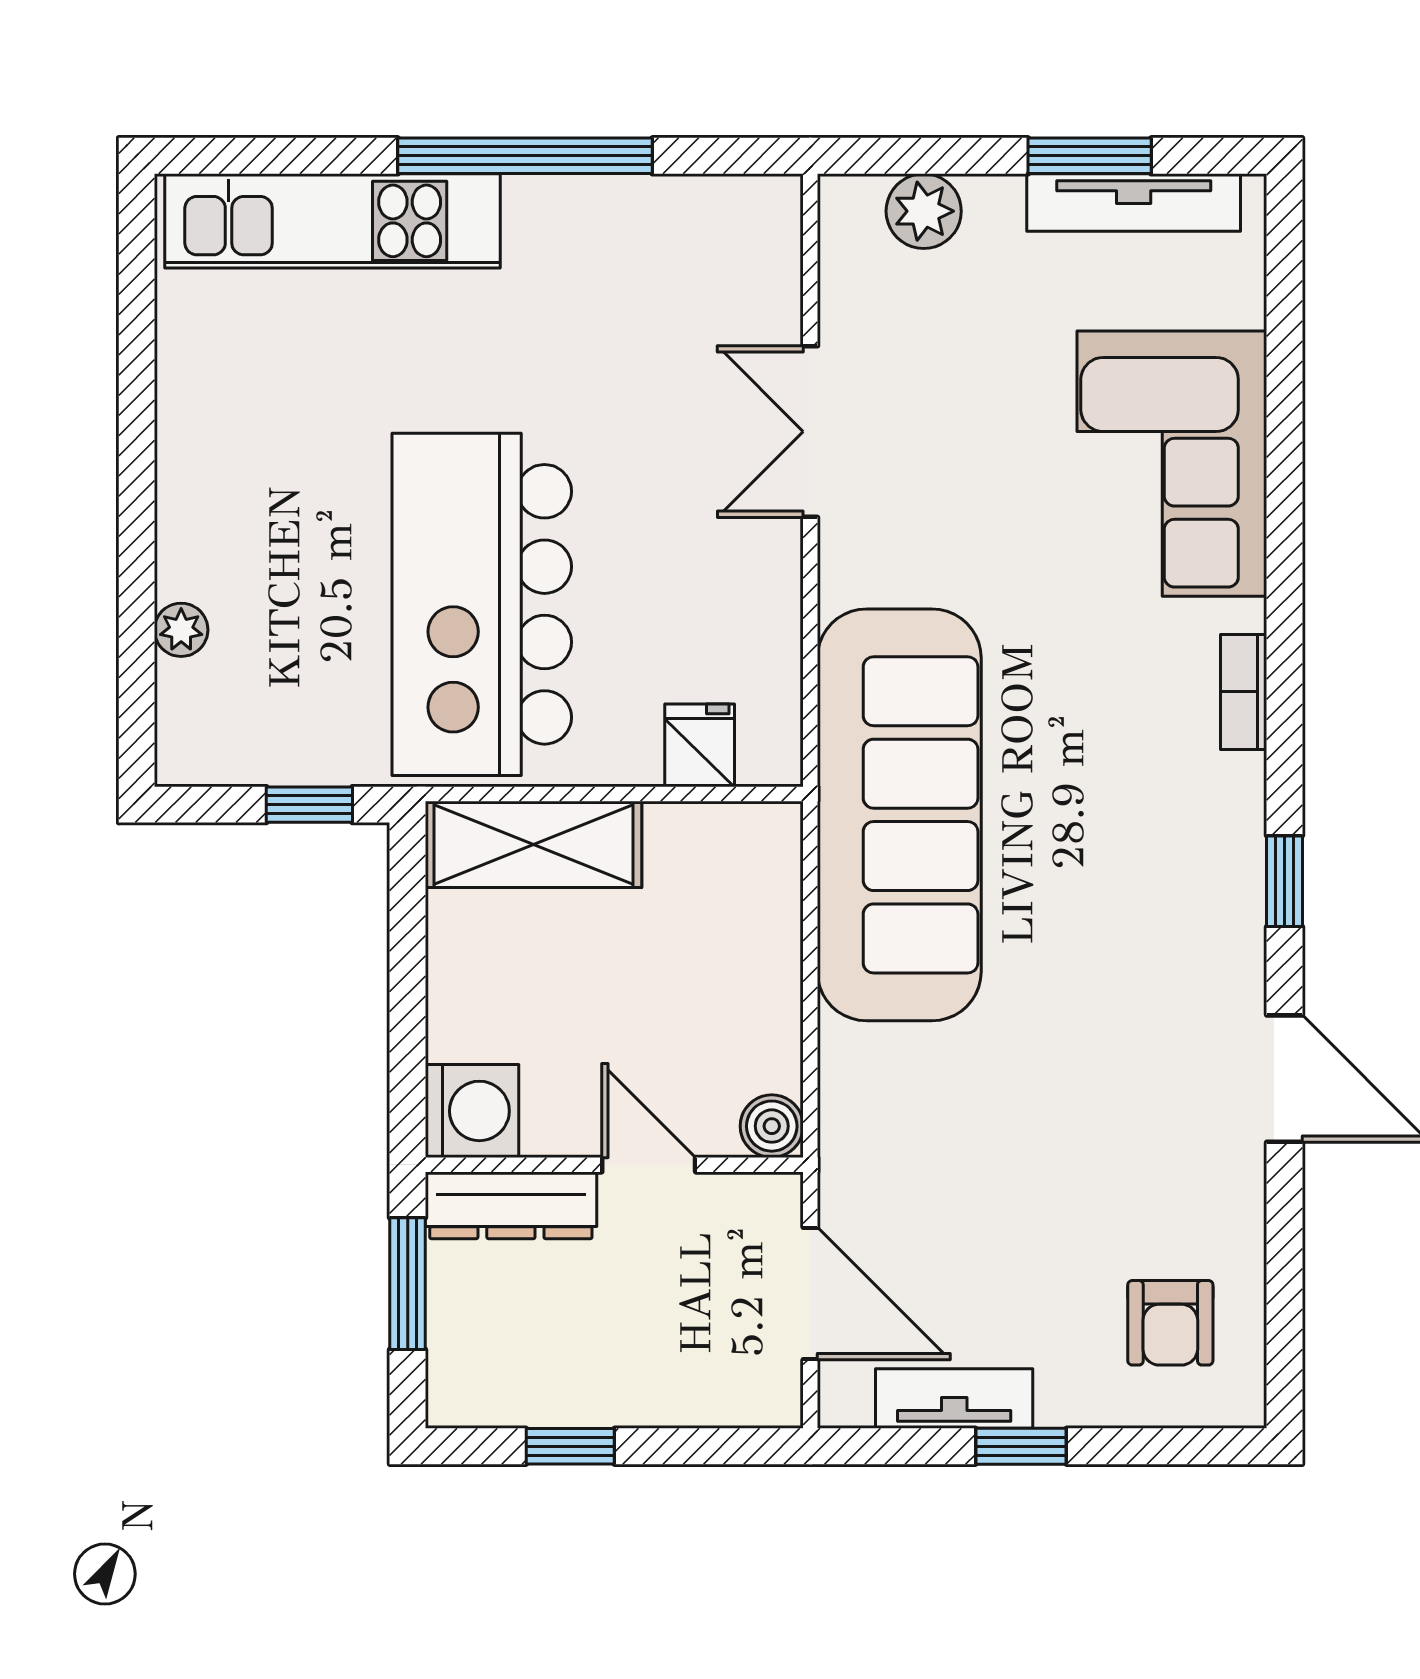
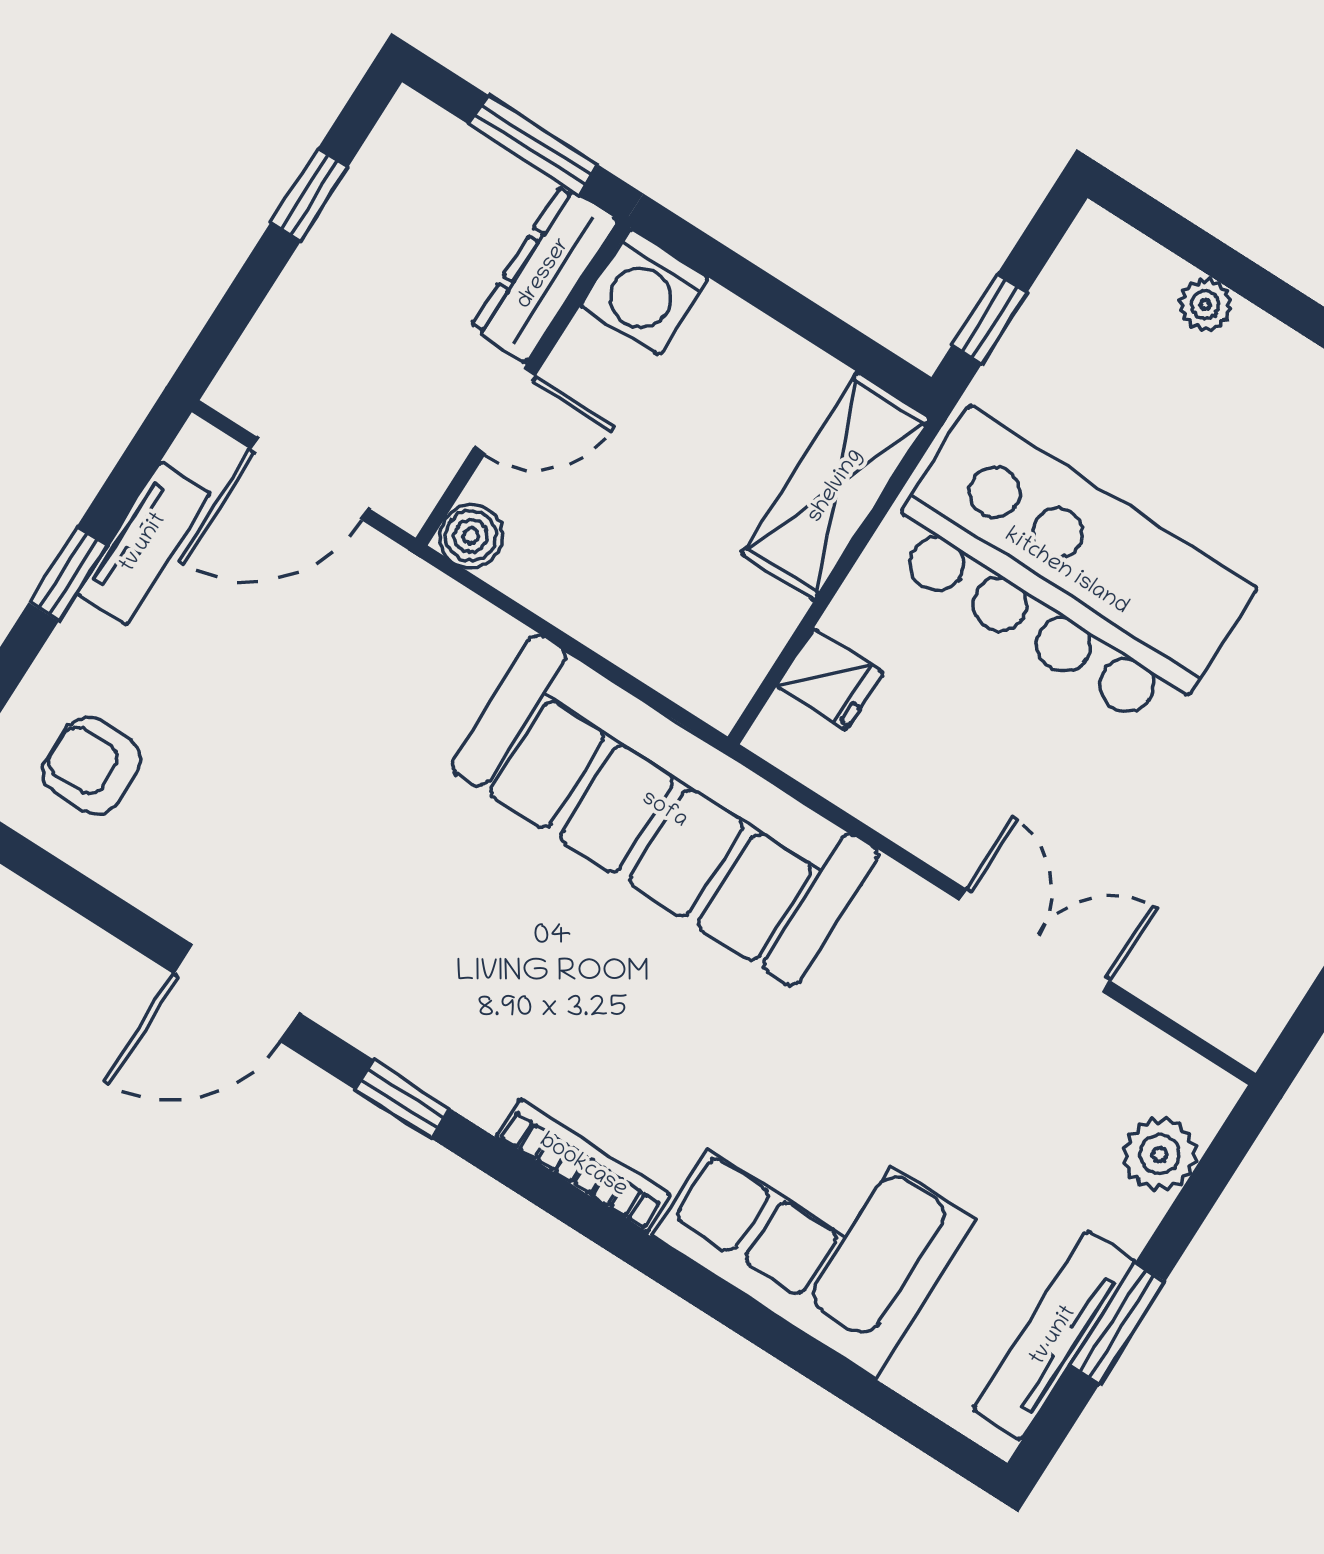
bookcase: (1244, 692) -> (583, 1166), width x1.56

